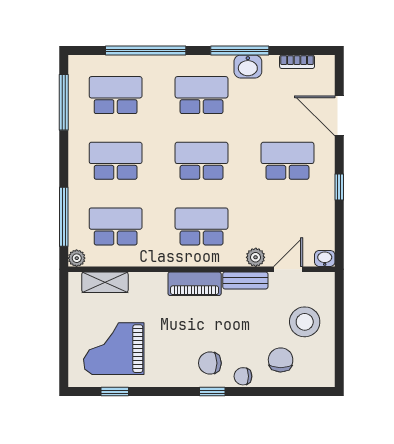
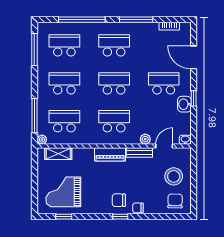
washbasin: (248, 67) -> (184, 104), moved, turned 90
chair: (281, 360) -> (175, 201), moved

